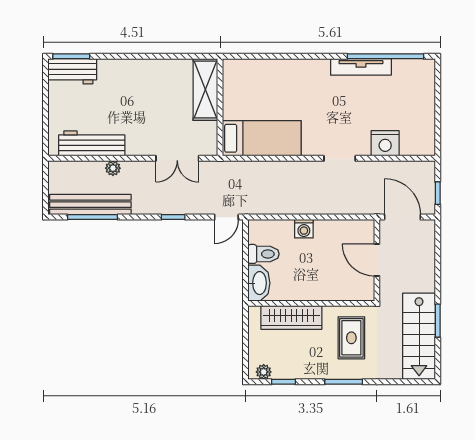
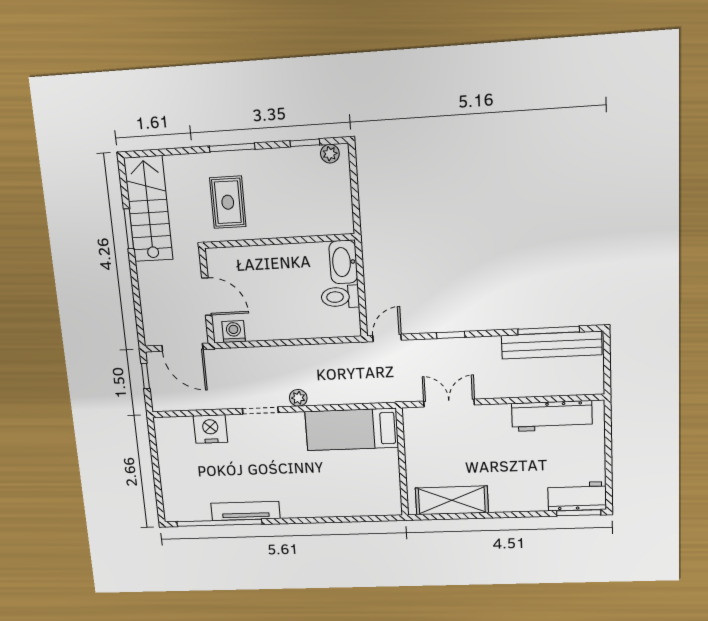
shelving: (205, 90) -> (452, 500), moved, turned 90
plant: (113, 168) -> (298, 398), moved
washing machine: (304, 229) -> (234, 332), moved
wardrobe: (291, 317) -> (301, 223), removed

